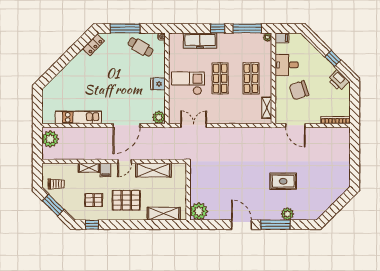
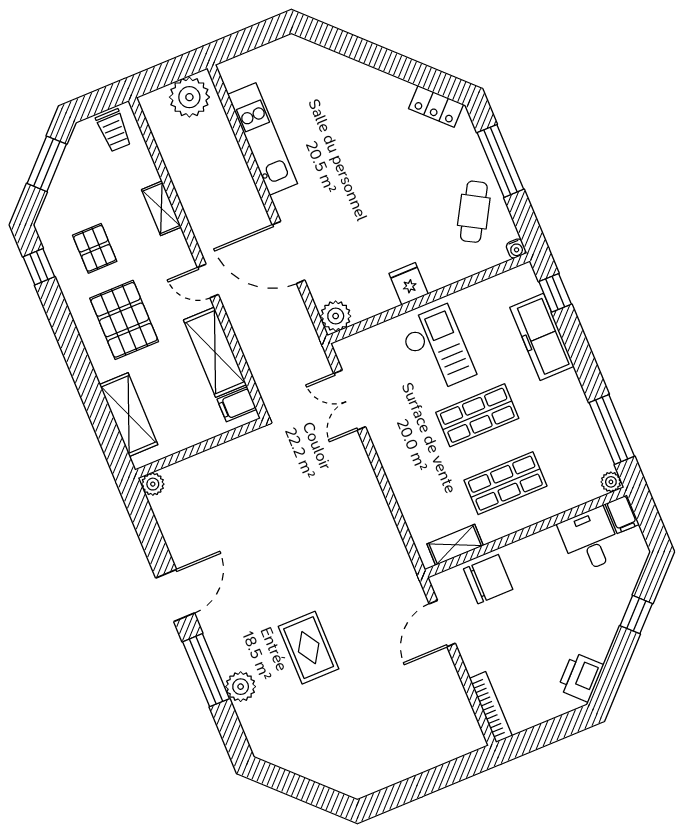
window: (218, 28) -> (555, 293), moved
window: (333, 58) -> (636, 615), moved
desk: (287, 65) -> (590, 540), moved
chair: (299, 90) -> (488, 579), moved, turned 108
double door: (194, 125) -> (350, 400), swing flipped
filing cabinet: (105, 170) -> (237, 404), moved
trolley: (56, 184) -> (114, 130), moved
plant: (199, 211) -> (153, 484), width x0.53, depth x0.53

